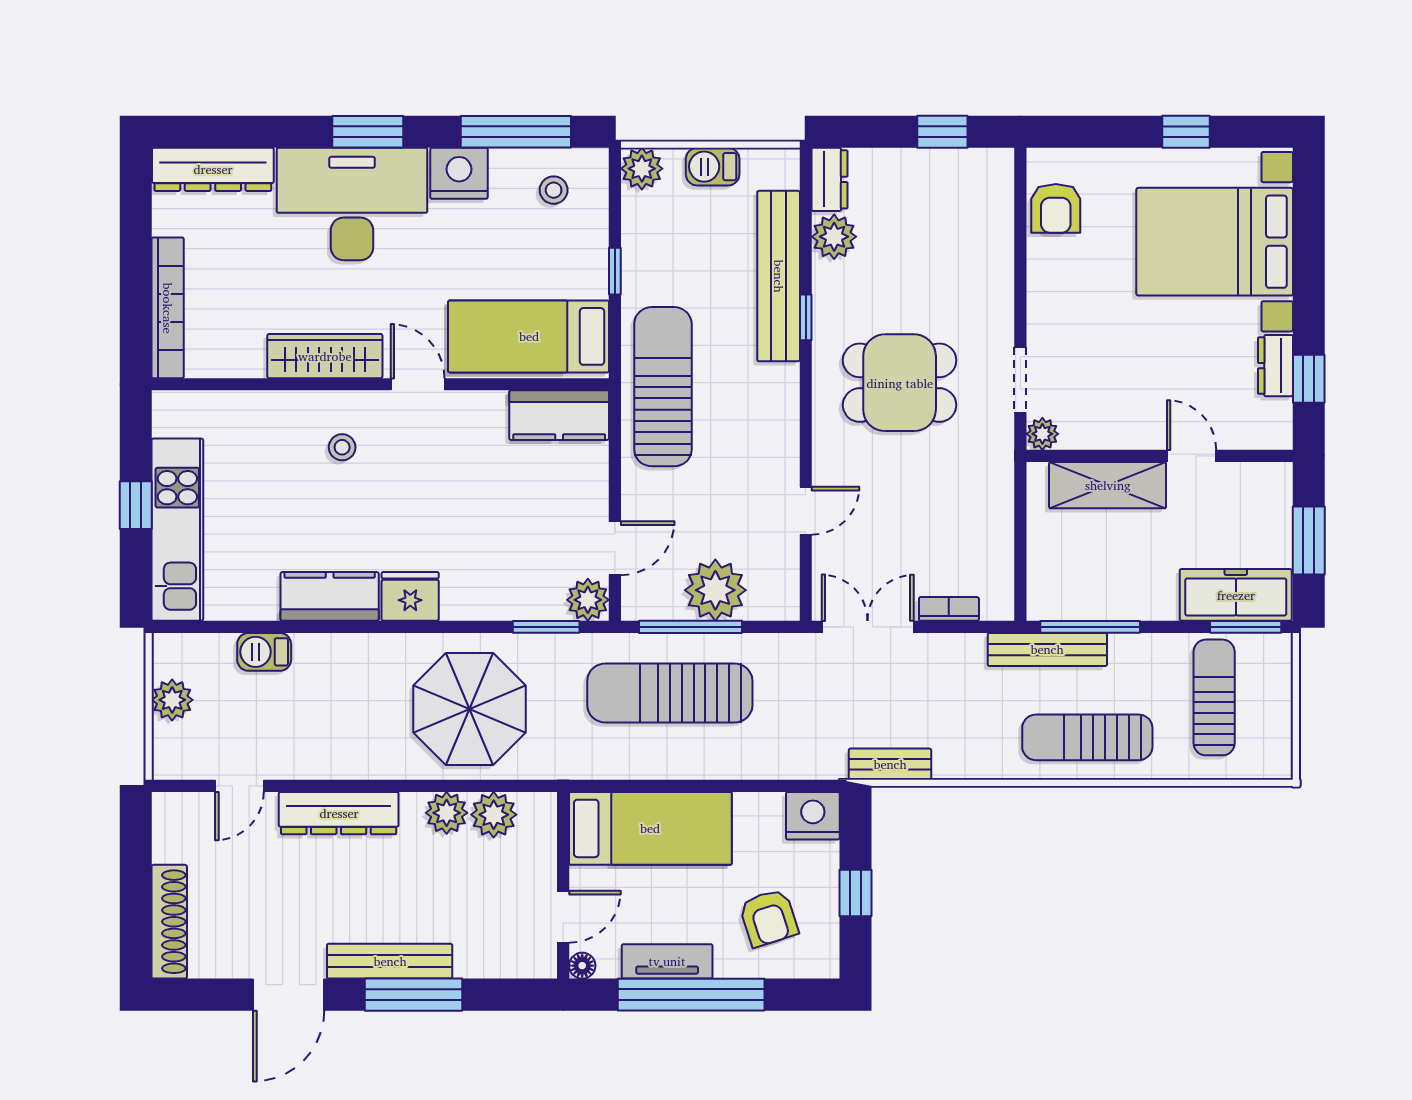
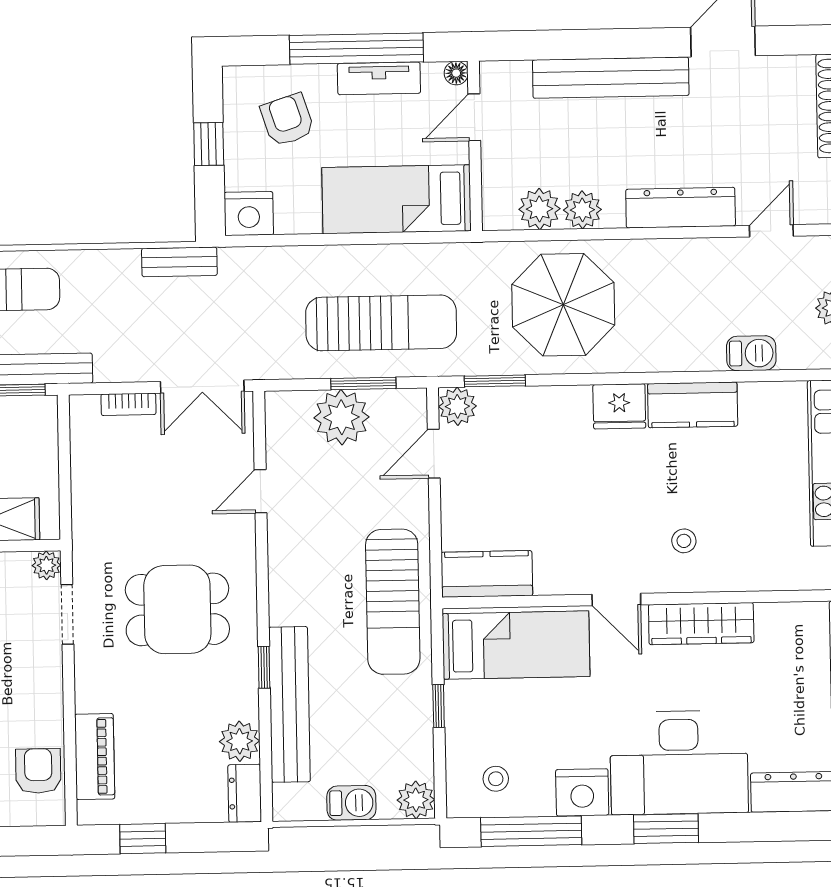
piano: (993, 223) -> (95, 757), added
window: (691, 627) -> (363, 383), width x0.69
bench: (390, 961) -> (611, 78), width x1.37, depth x1.21
window: (413, 995) -> (609, 44), removed

